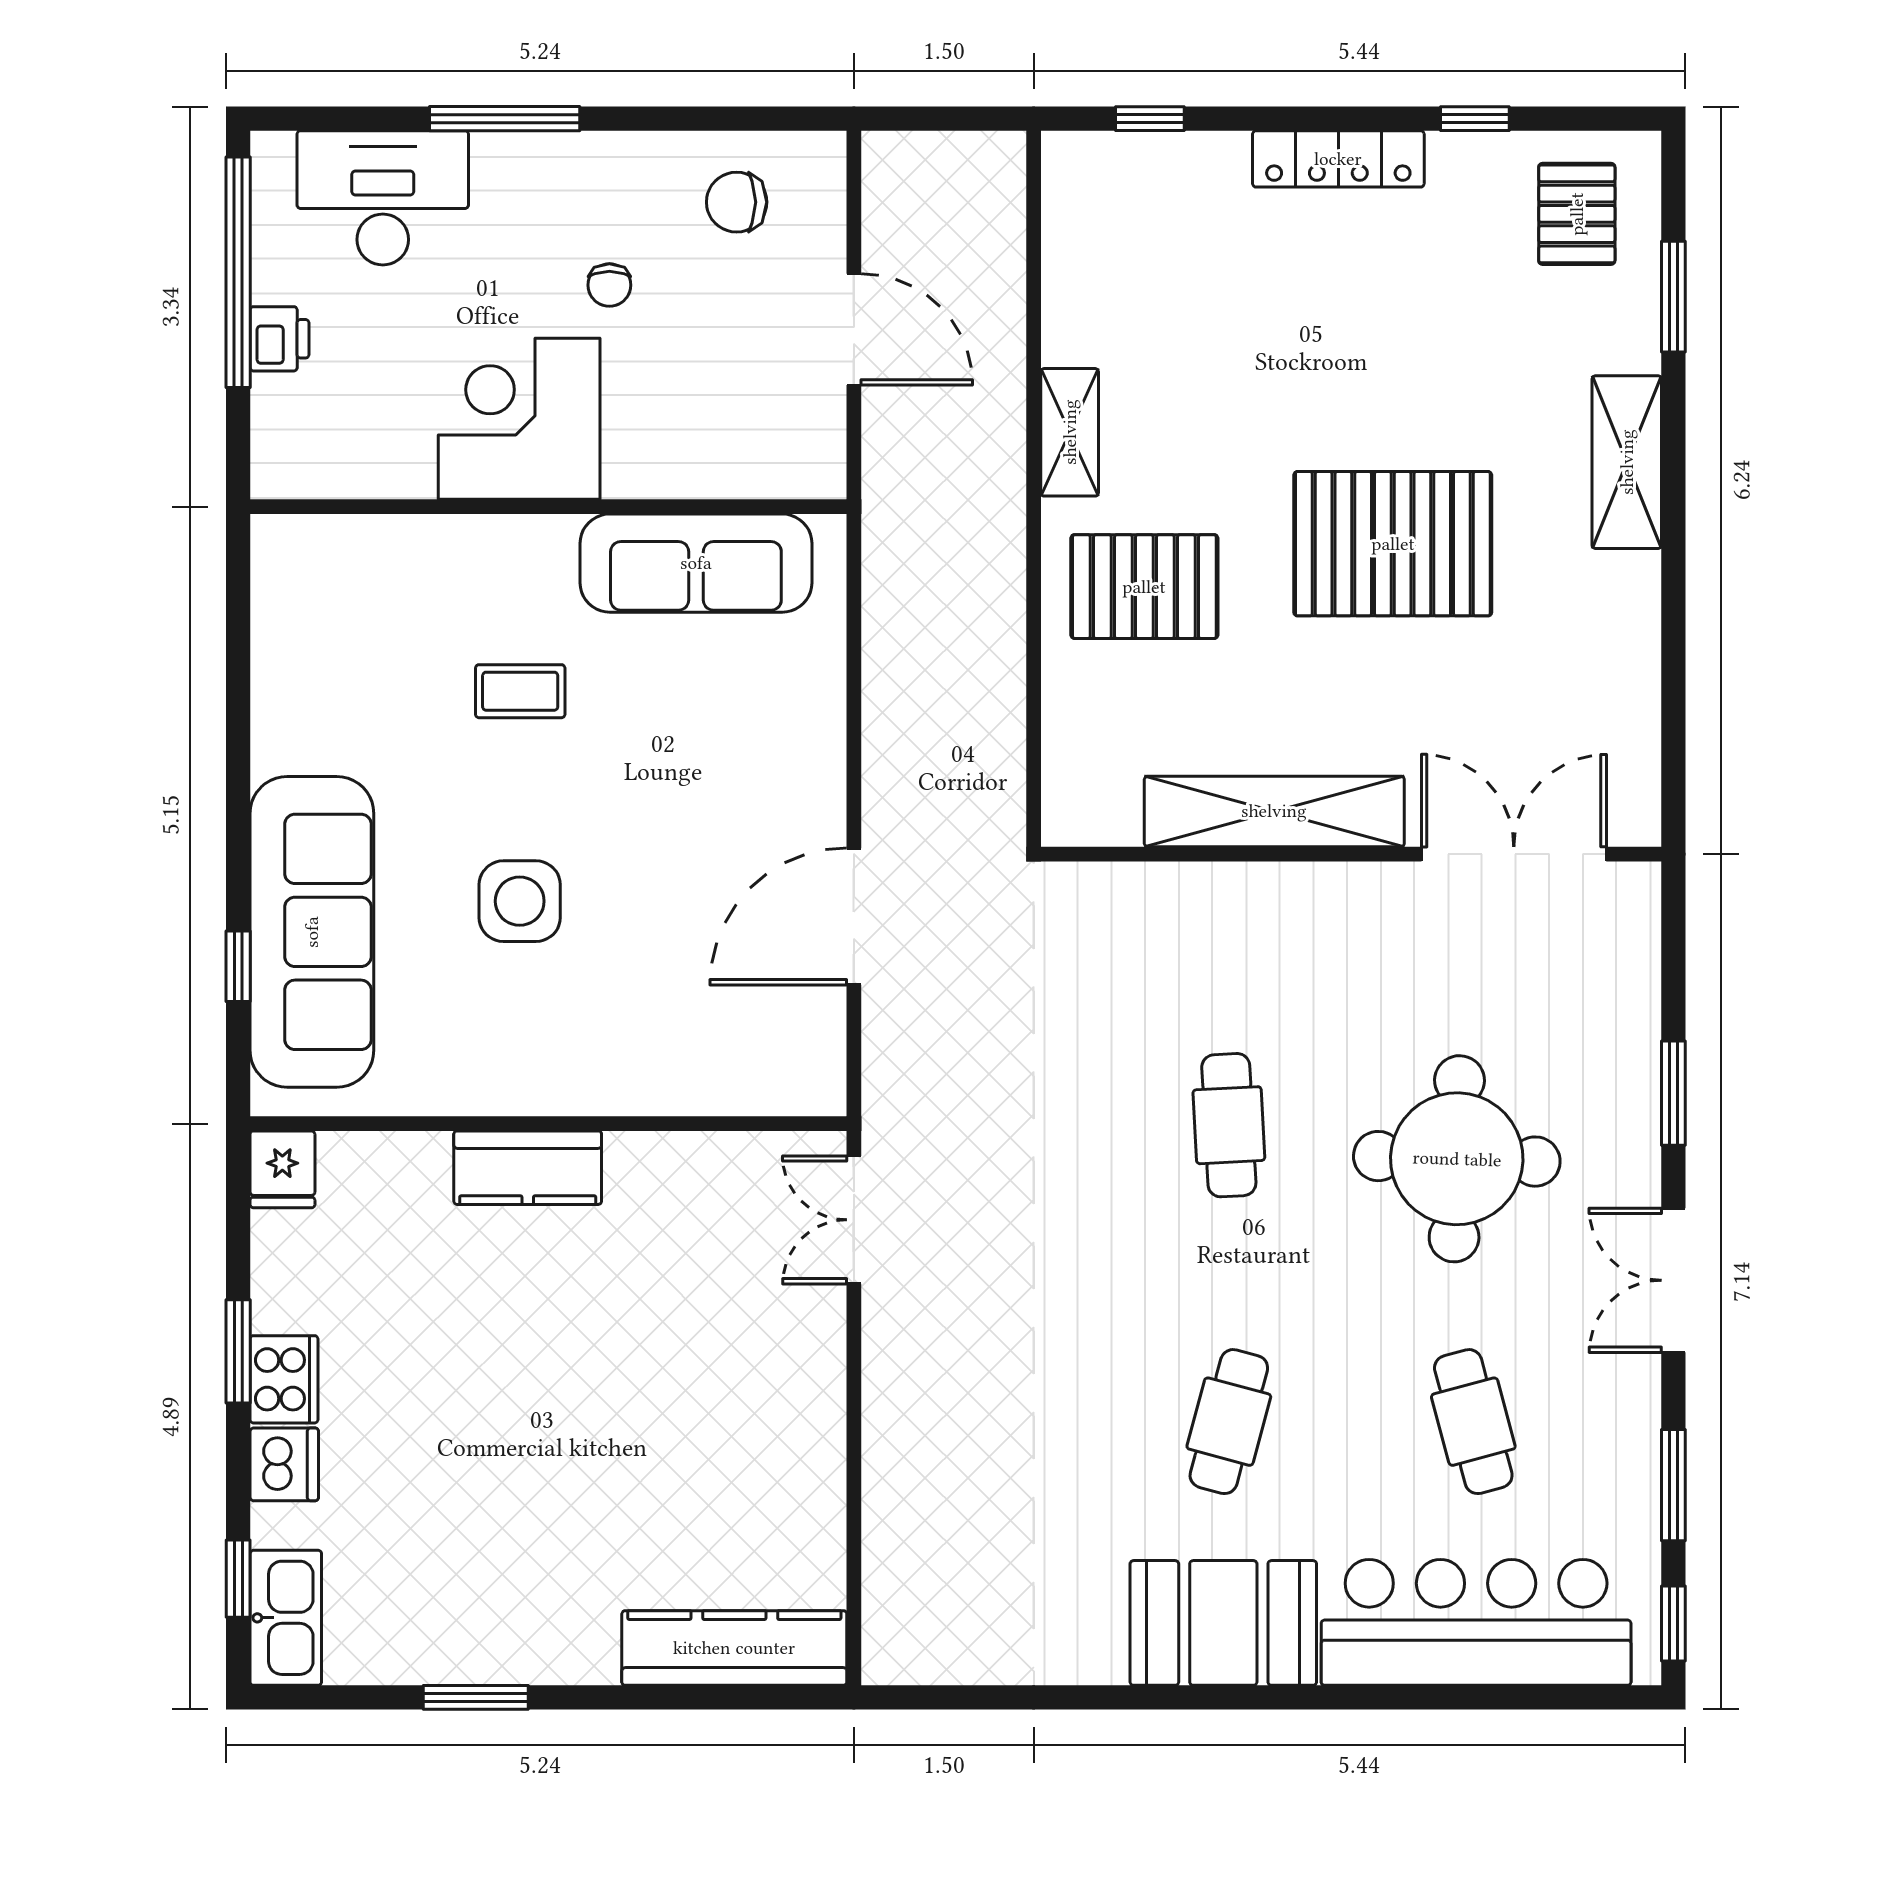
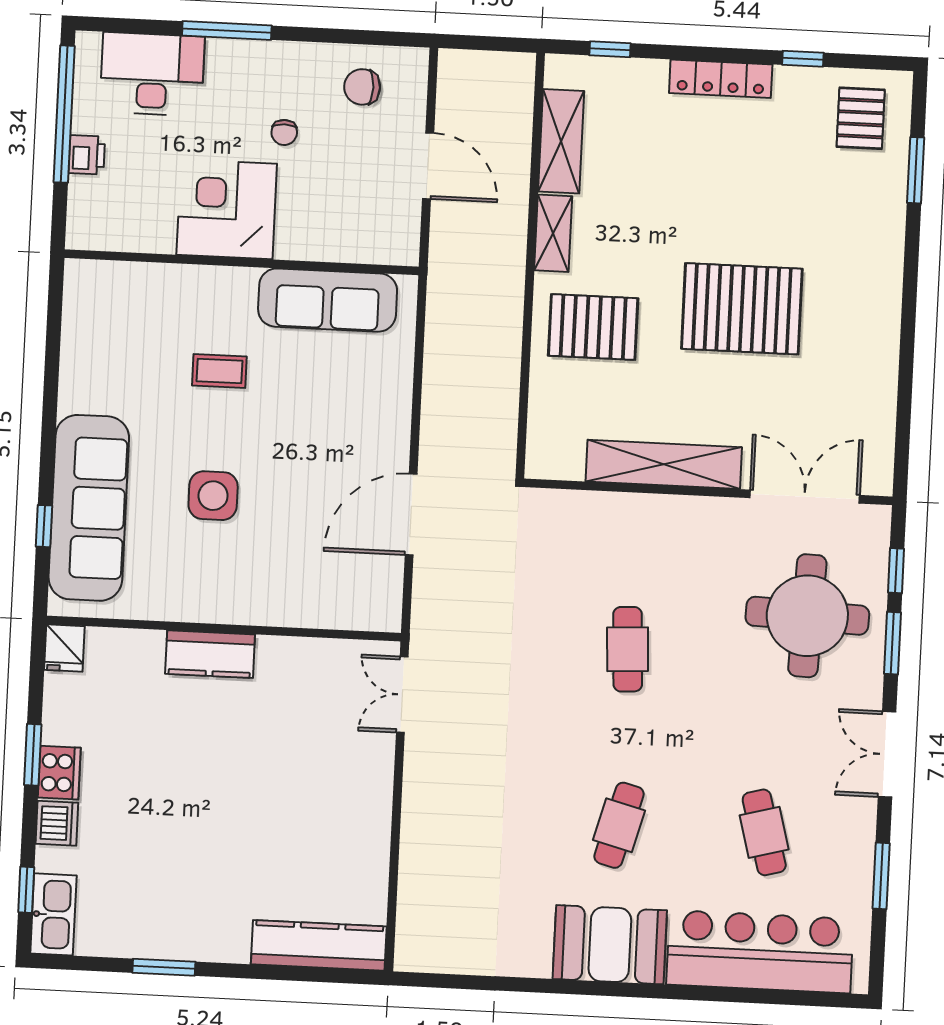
shelving: (1627, 462) -> (561, 141), moved
round table: (1457, 1159) -> (807, 616), moved
window: (1673, 1624) -> (896, 571), moved

